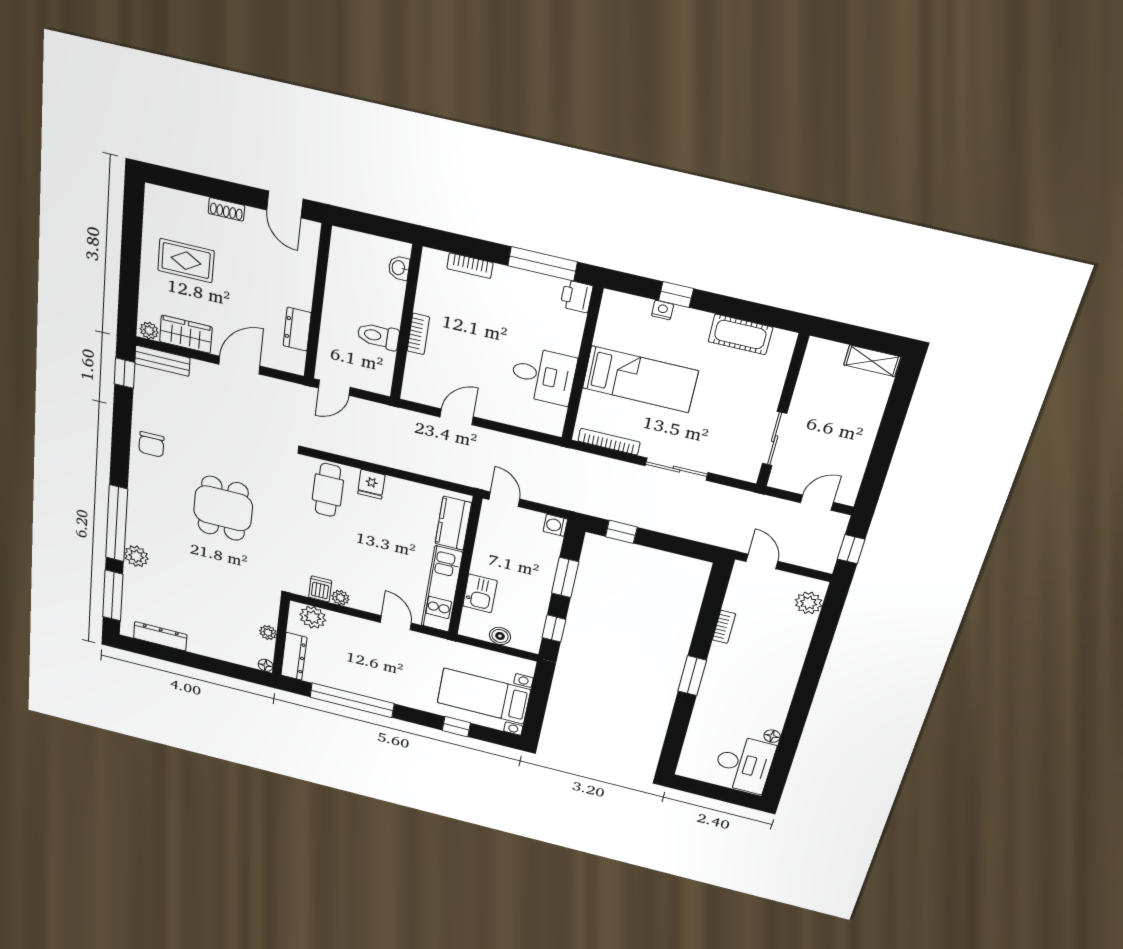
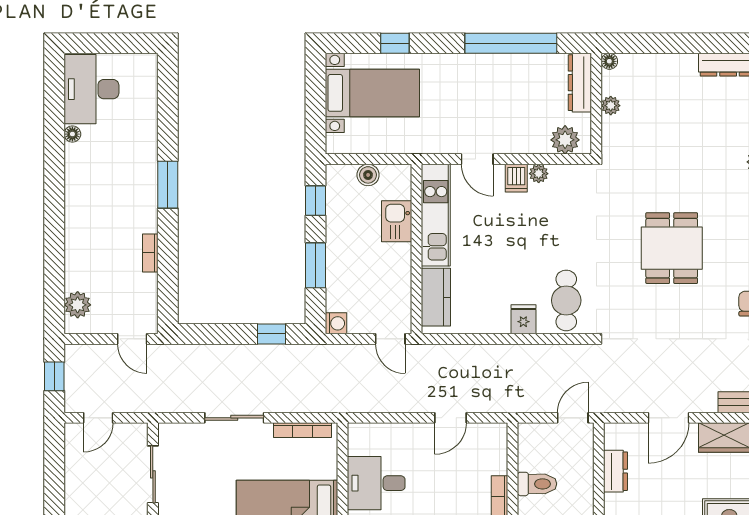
dishwasher: (320, 589) -> (516, 178), moved

